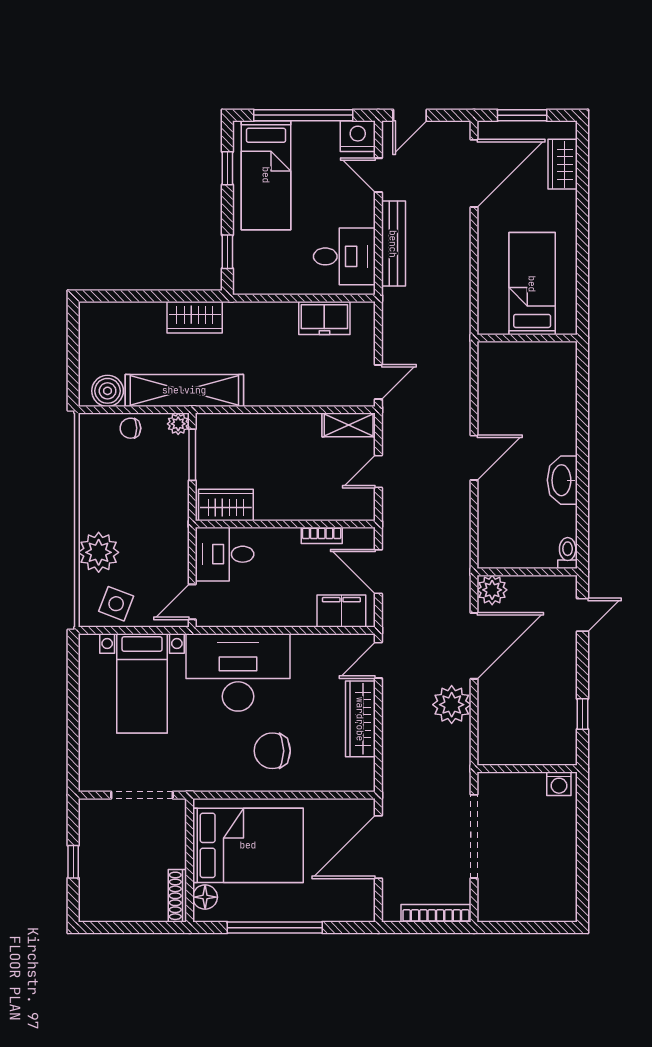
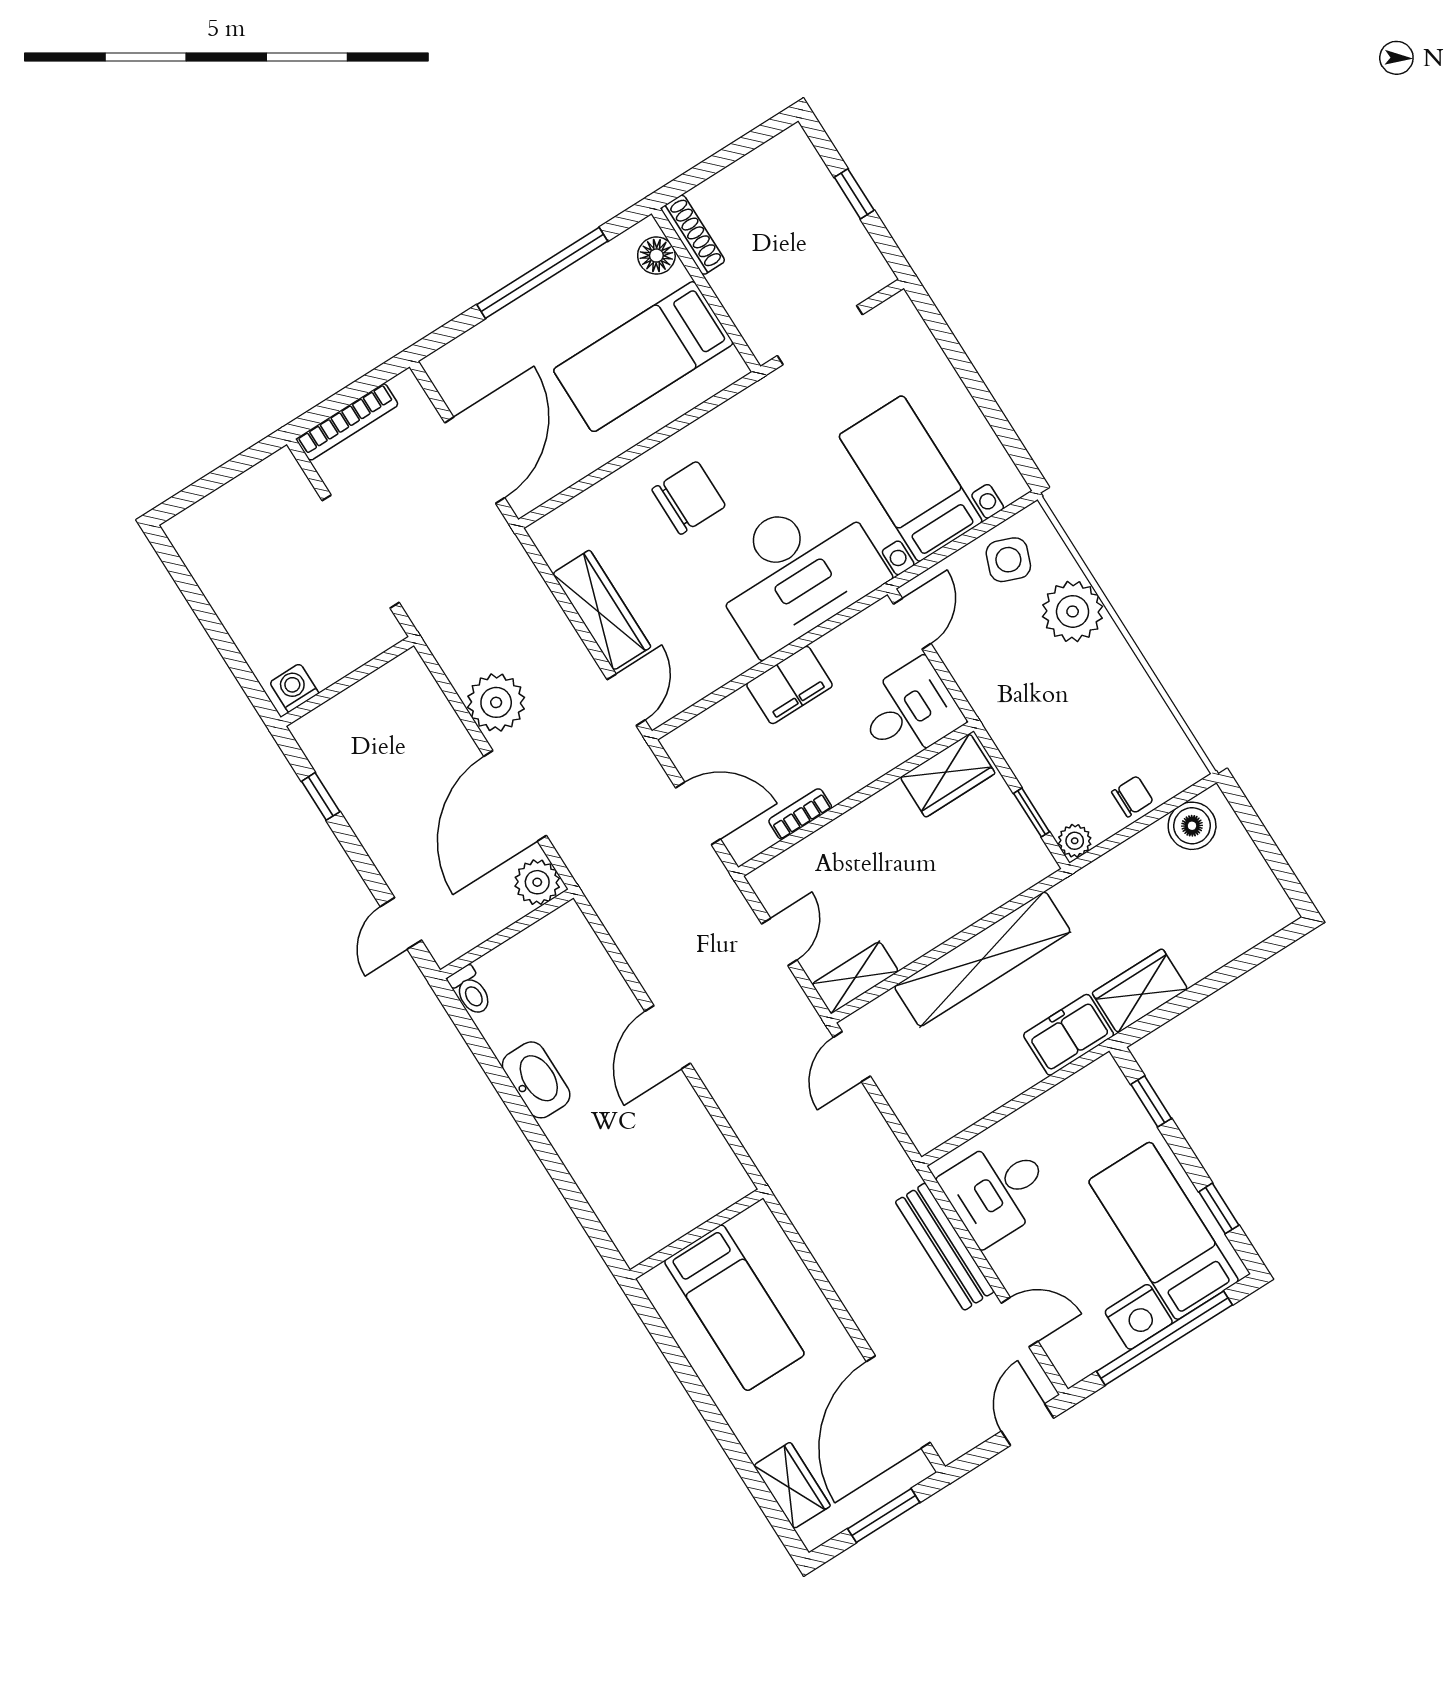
nightstand: (358, 136) -> (1139, 1317), moved
freezer: (324, 318) -> (1069, 1035), moved
shelving: (184, 390) -> (982, 959), moved
window: (192, 455) -> (1032, 813), width x0.67
filing cabinet: (341, 611) -> (789, 685), moved
bed: (248, 845) -> (643, 357), width x0.67

